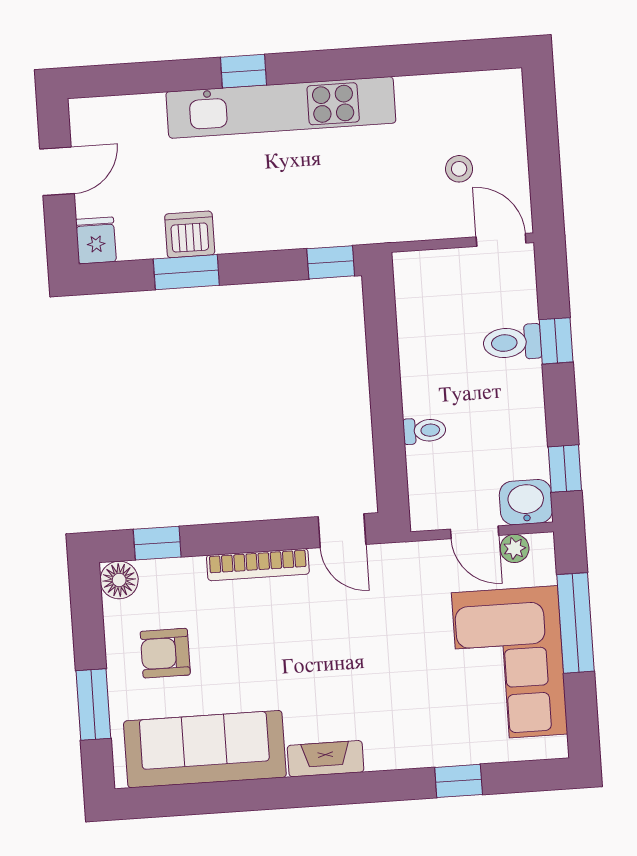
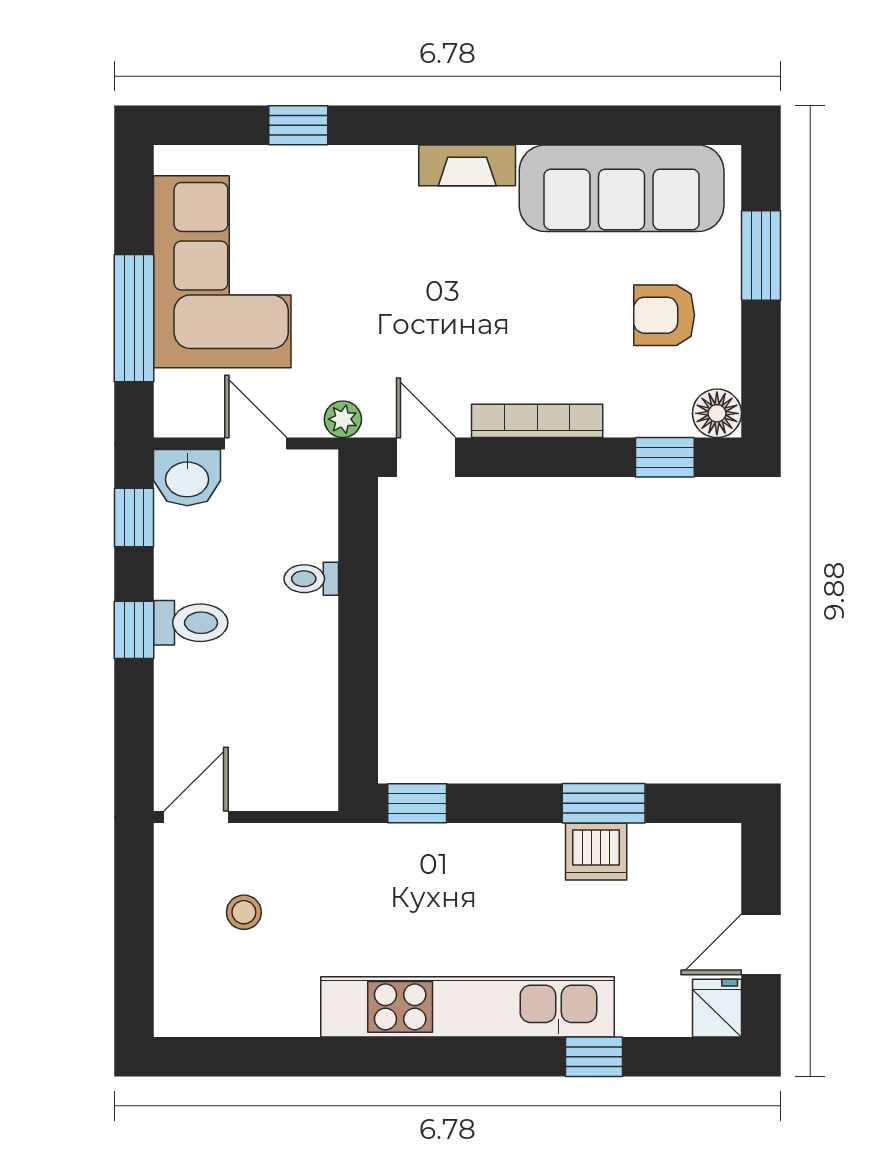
window: (244, 71) -> (594, 1057), moved
fridge: (96, 240) -> (717, 1008), moved, turned 180
door: (501, 240) -> (196, 817), swing flipped
window: (556, 341) -> (134, 630), moved
toilet: (512, 343) -> (191, 623), moved
plant: (515, 548) -> (343, 419), moved
armchair: (165, 653) -> (664, 315), turned 180

